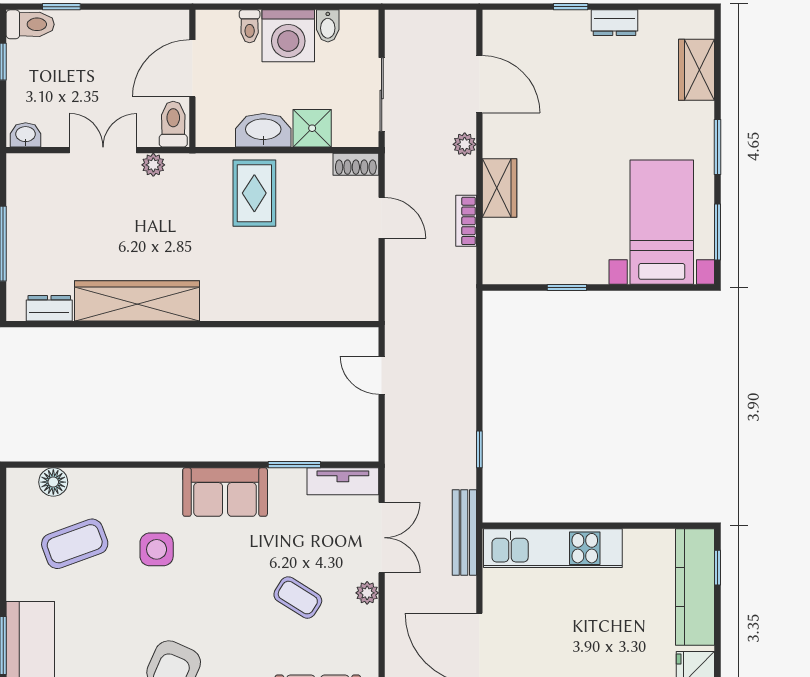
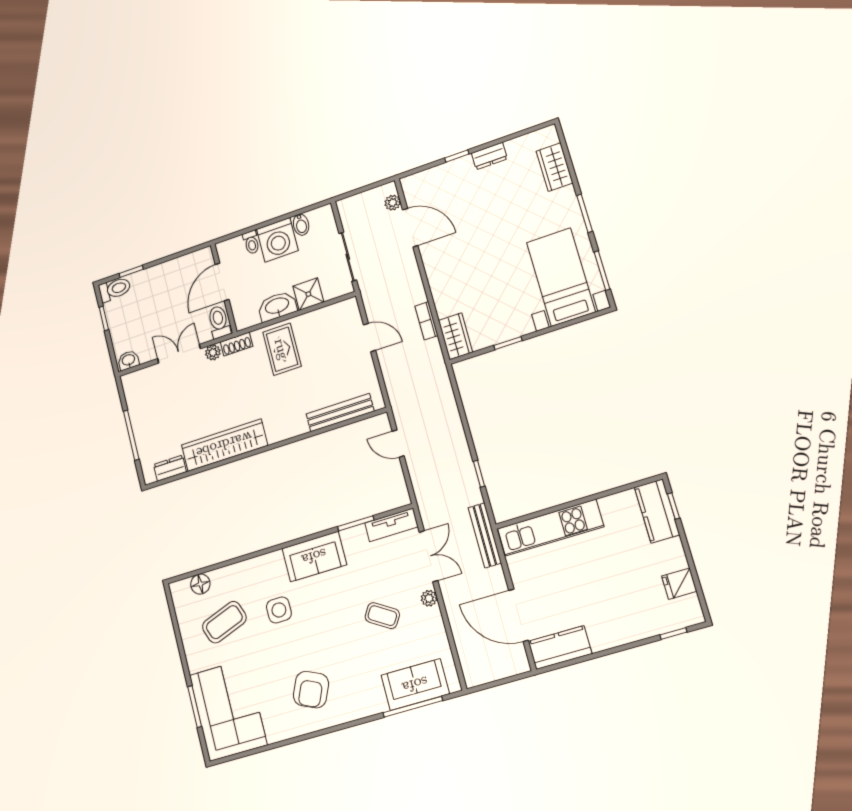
plant: (465, 144) -> (393, 203), moved
shoe rack: (356, 164) -> (237, 344), moved
wardrobe: (499, 188) -> (455, 336), moved
bench: (313, 308) -> (340, 413), added
kitchen counter: (695, 587) -> (657, 511), width x0.67

